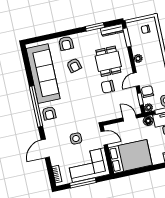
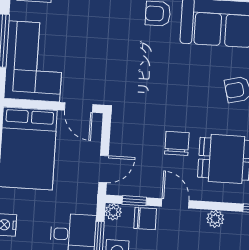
floor lamp: (148, 121) -> (87, 203), removed
side table: (76, 138) -> (93, 52), removed
door: (104, 138) -> (79, 107), hinge flipped

